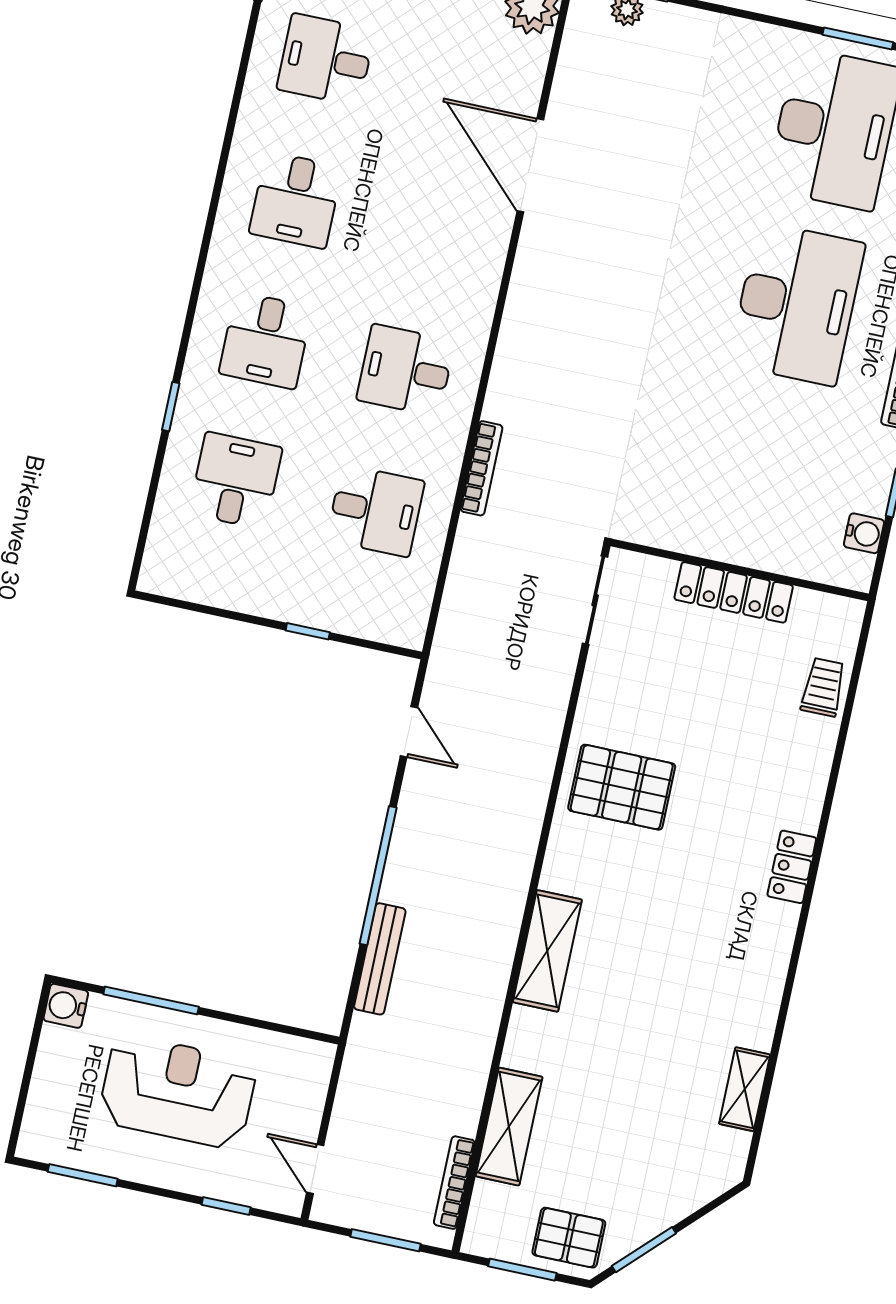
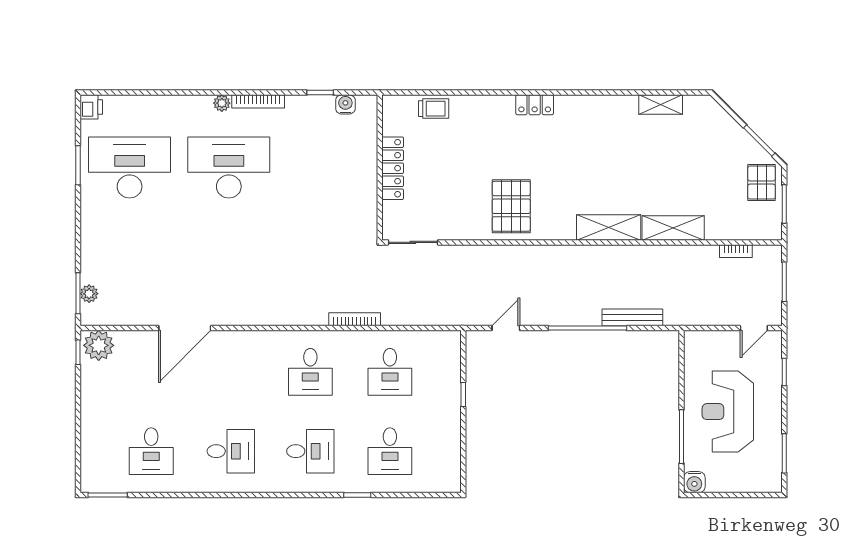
desk: (236, 481) -> (390, 451), turned -90
desk: (376, 511) -> (390, 372), turned 180
trolley: (823, 687) -> (434, 109), turned 180
shelving: (509, 1127) -> (673, 228), moved
bookcase: (454, 1183) -> (736, 251), width x0.64

